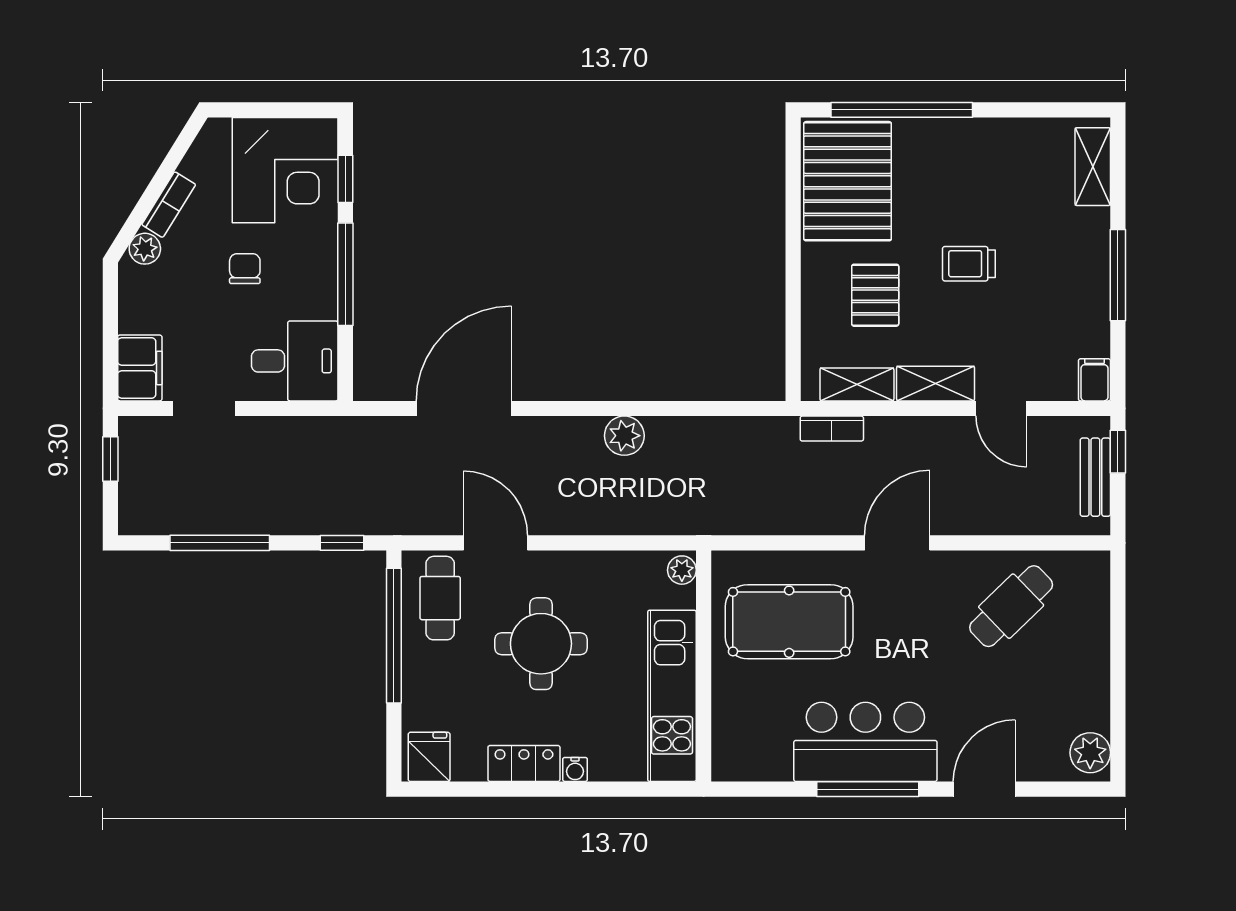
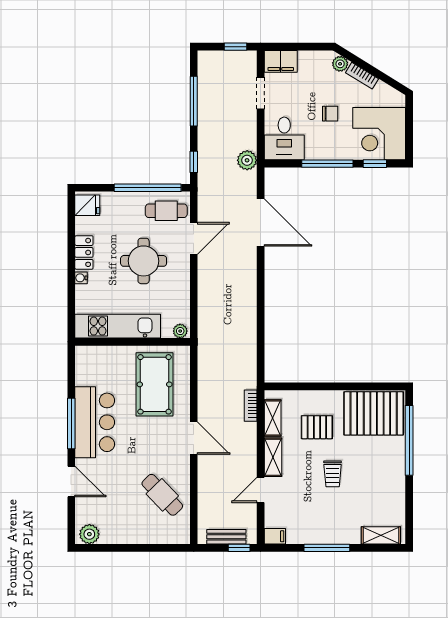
trolley: (969, 264) -> (333, 474), turned 180
plant: (624, 436) -> (247, 160), moved

